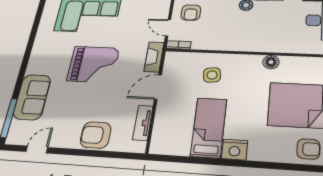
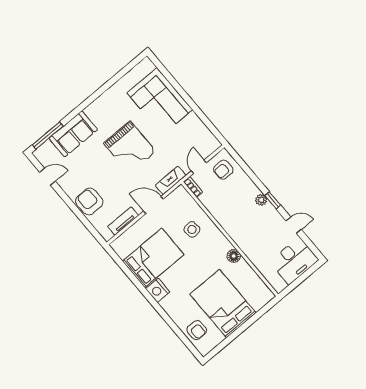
bed: (209, 127) -> (153, 258), width x1.50

